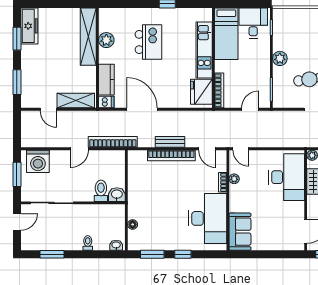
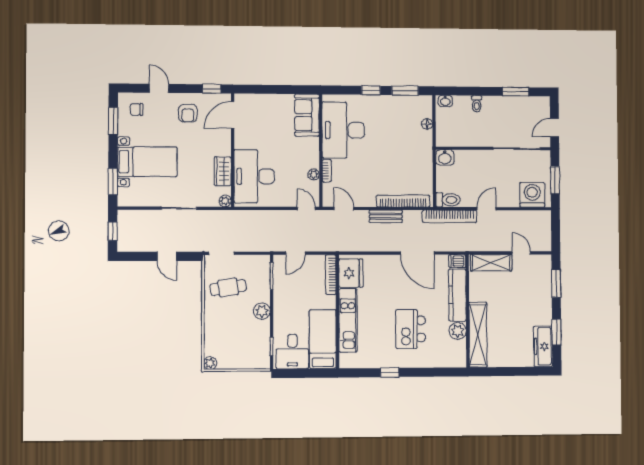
kitchen counter: (106, 80) -> (457, 295), width x1.50
bookcase: (171, 156) -> (403, 201), moved
toilet: (101, 191) -> (448, 200), moved, turned -90

